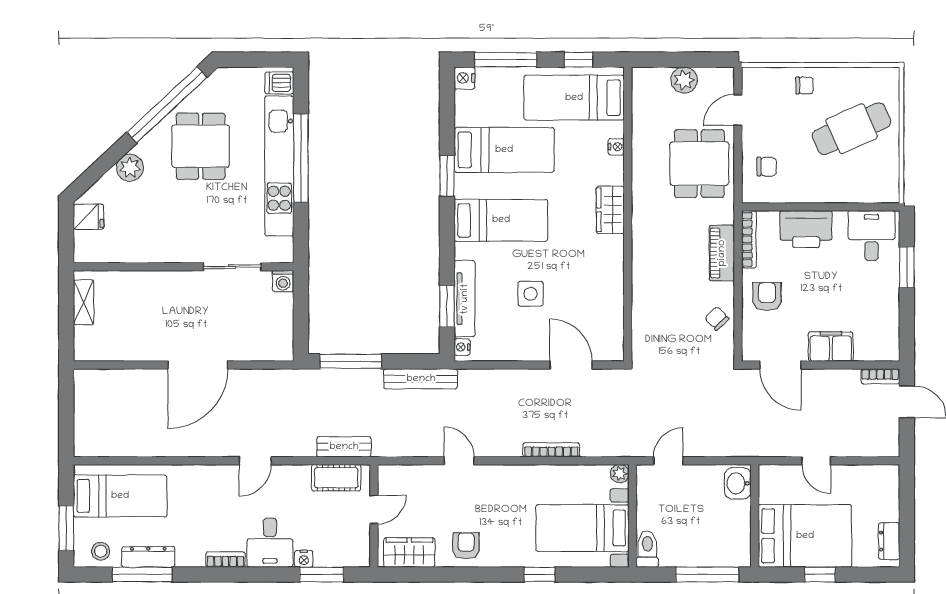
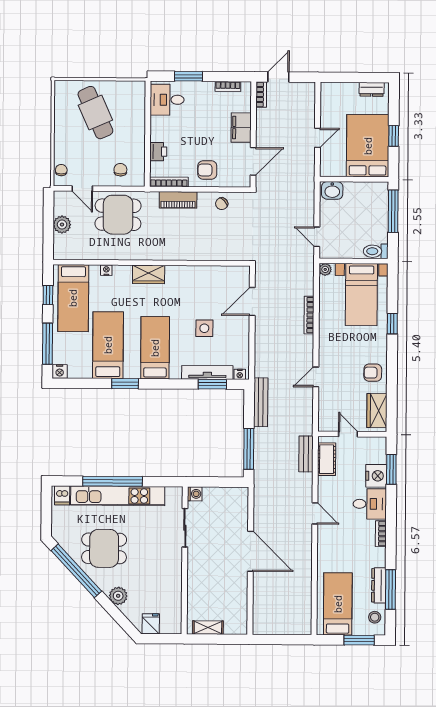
chair: (805, 85) -> (61, 170), moved
printer: (806, 229) -> (158, 152), width x0.53, depth x0.68
bookcase: (892, 326) -> (228, 86), added
nightstand: (304, 559) -> (376, 476), width x1.89, depth x1.79

